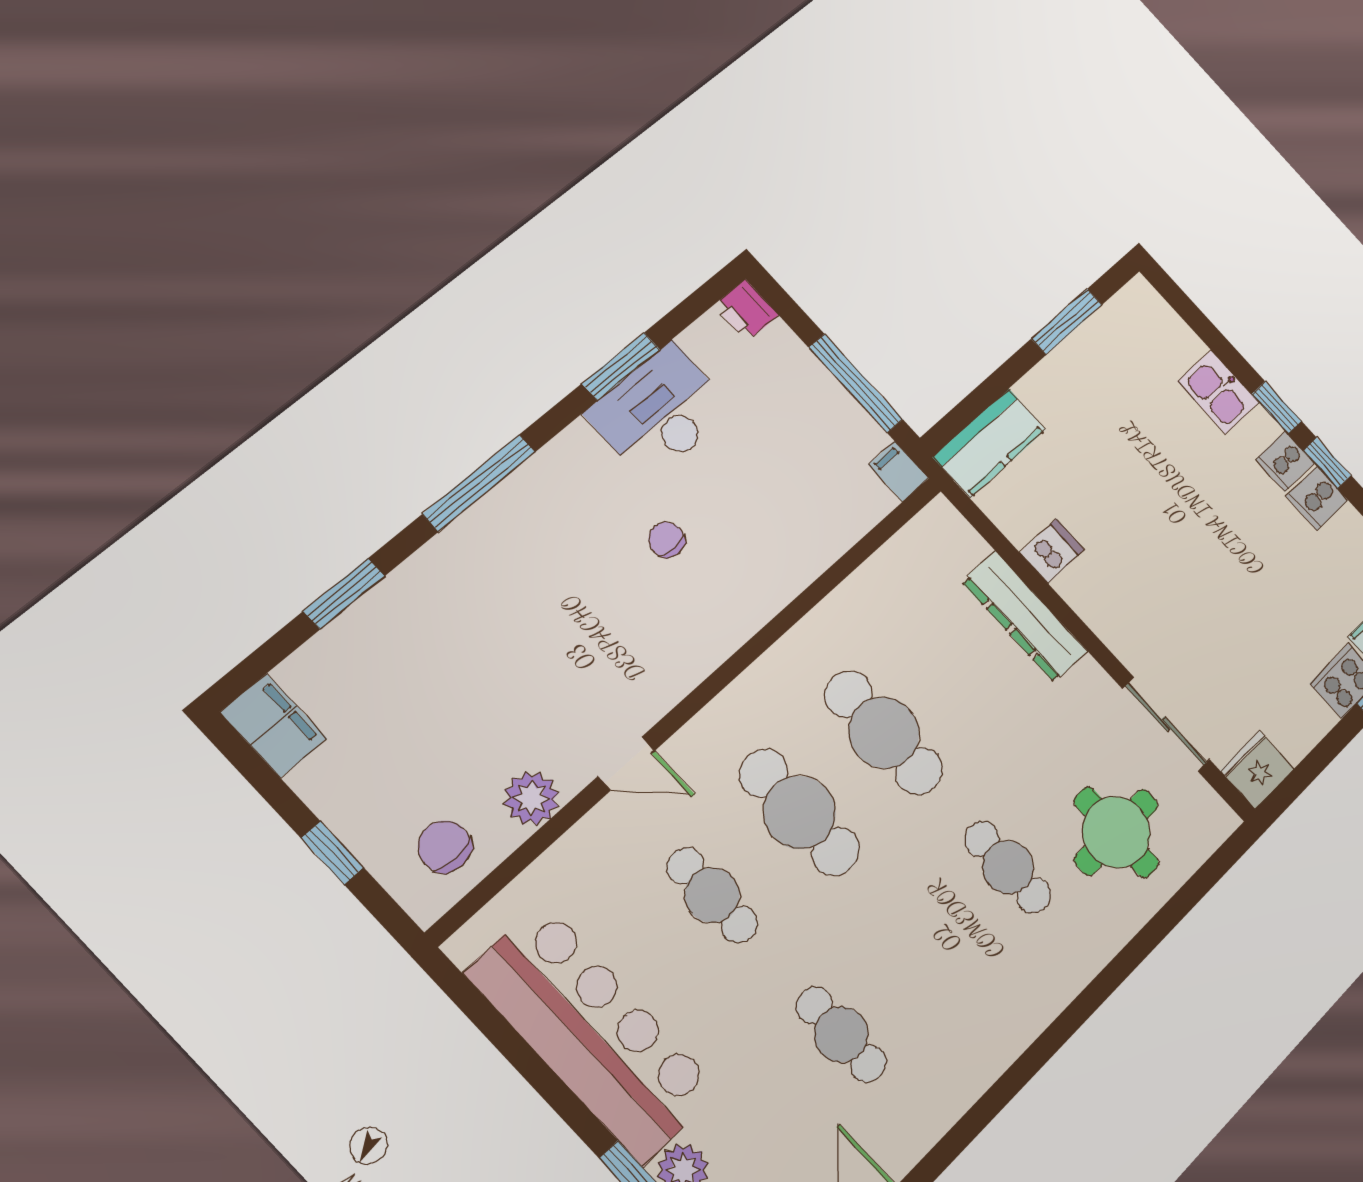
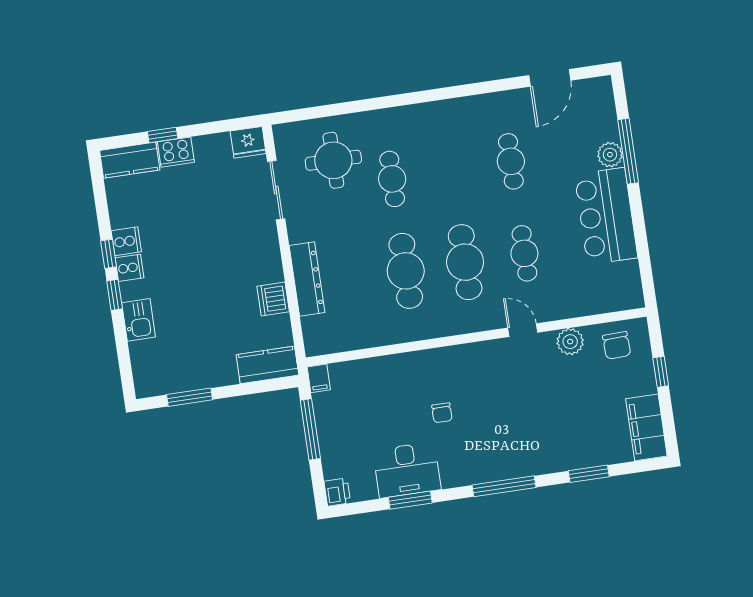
dishwasher: (1052, 551) -> (273, 299), width x1.38
filing cabinet: (273, 726) -> (646, 427), width x1.50, depth x1.17
bar counter: (593, 1032) -> (606, 216), width x0.73

